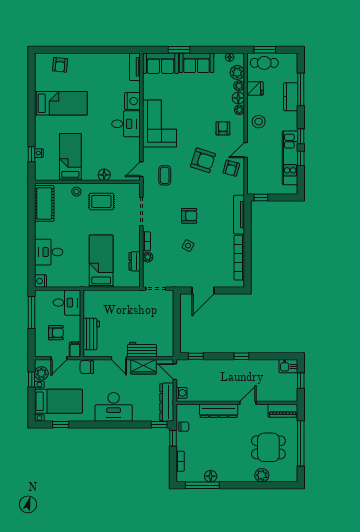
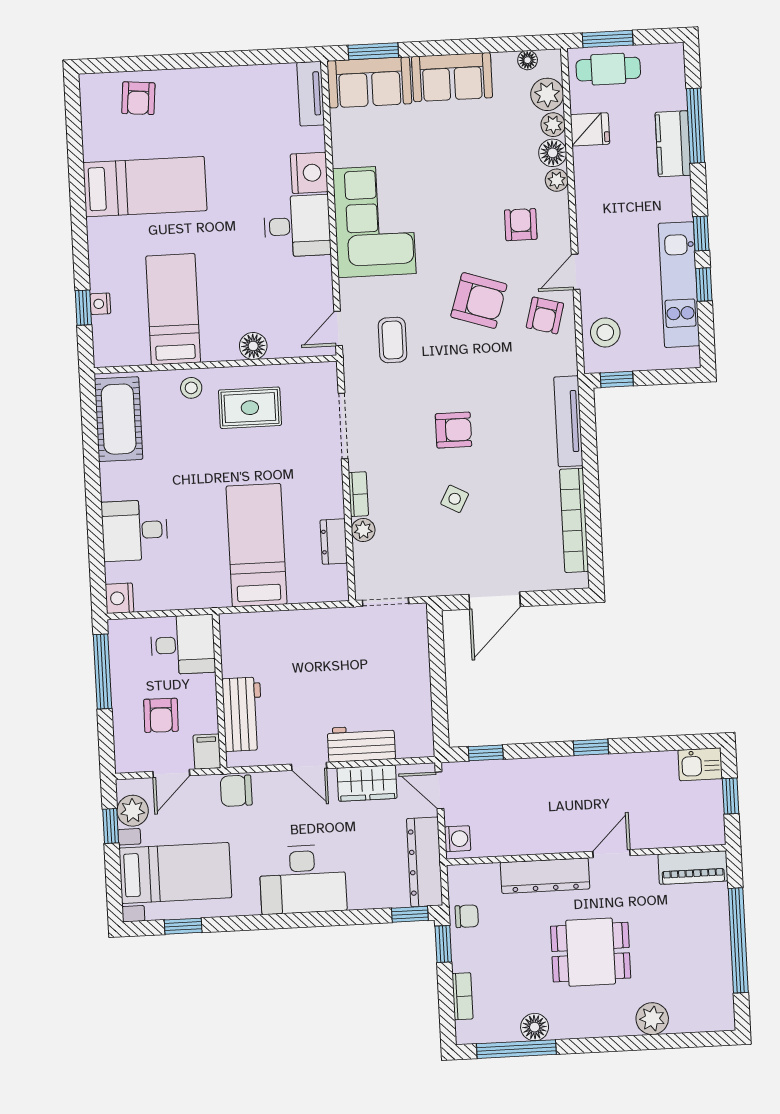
window: (179, 50) -> (373, 51), moved
stool: (259, 122) -> (605, 332), moved
armchair: (56, 333) -> (161, 715), turned 91
dining table: (268, 447) -> (591, 952), moved

